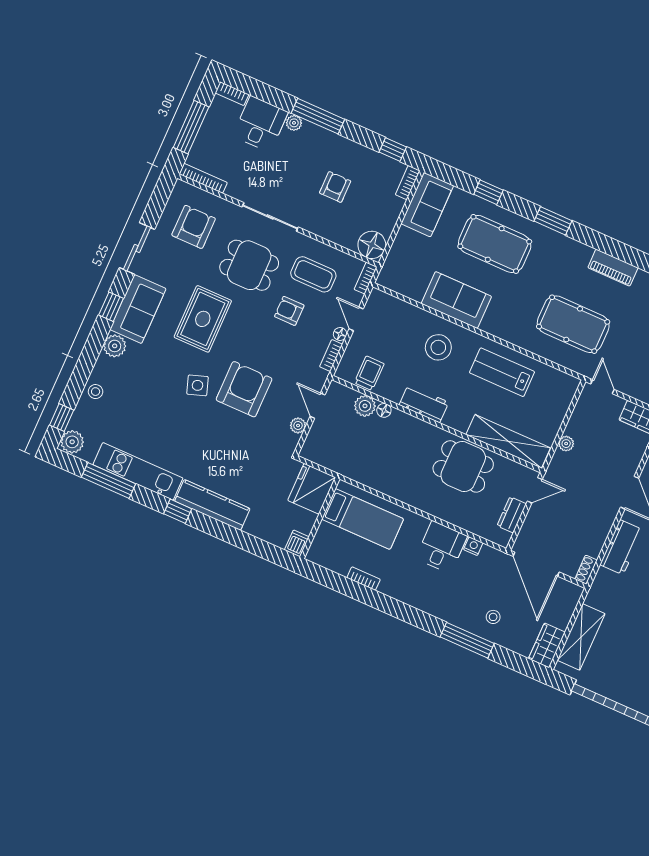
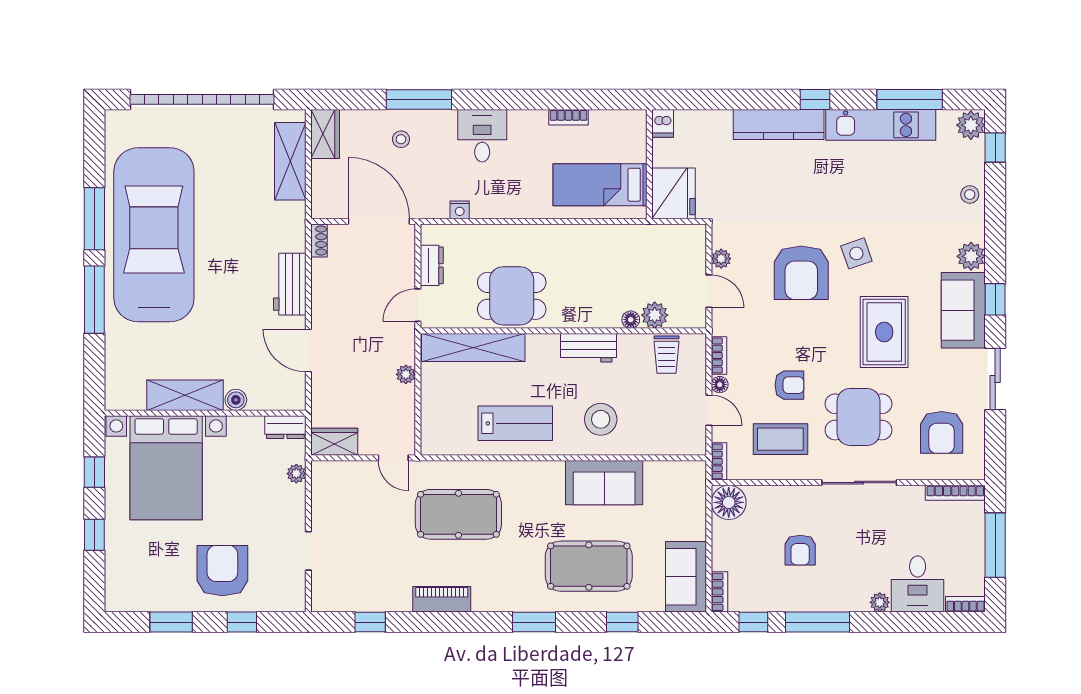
window: (318, 116) -> (818, 622), moved
desk: (441, 547) -> (482, 136), moved, turned 180

